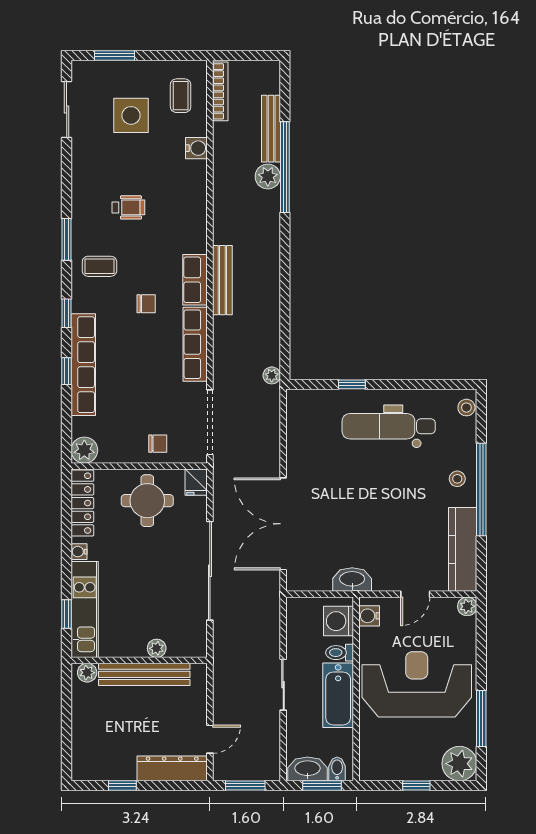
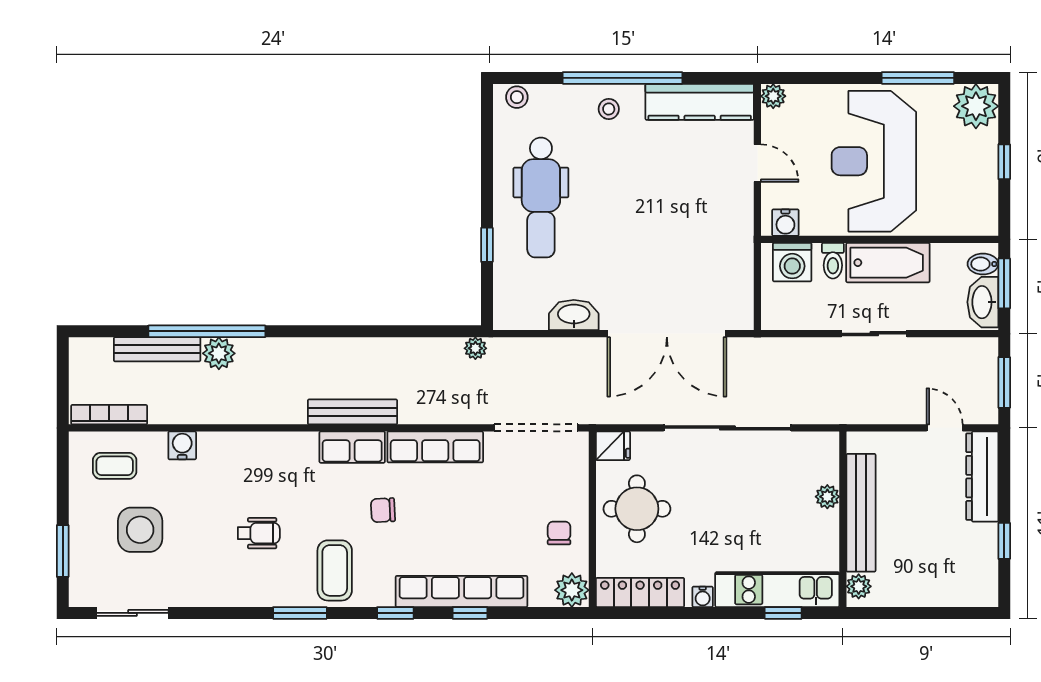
wheelchair: (128, 207) -> (259, 533), turned 90
coffee table: (99, 266) -> (335, 570), width x1.36, depth x1.30
chair: (146, 304) -> (383, 510), turned -93
chair: (158, 444) -> (559, 533), moved
washbasin: (352, 580) -> (574, 315), moved, turned 90

